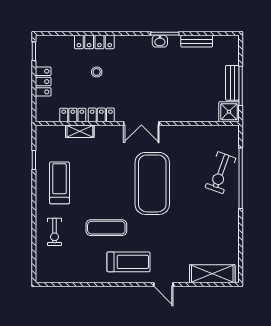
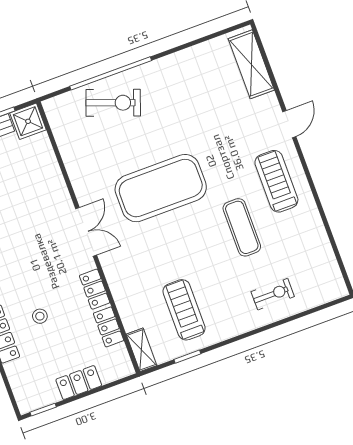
shelving: (80, 131) -> (142, 350), moved
treadmill: (59, 183) -> (184, 310), moved, turned 90

